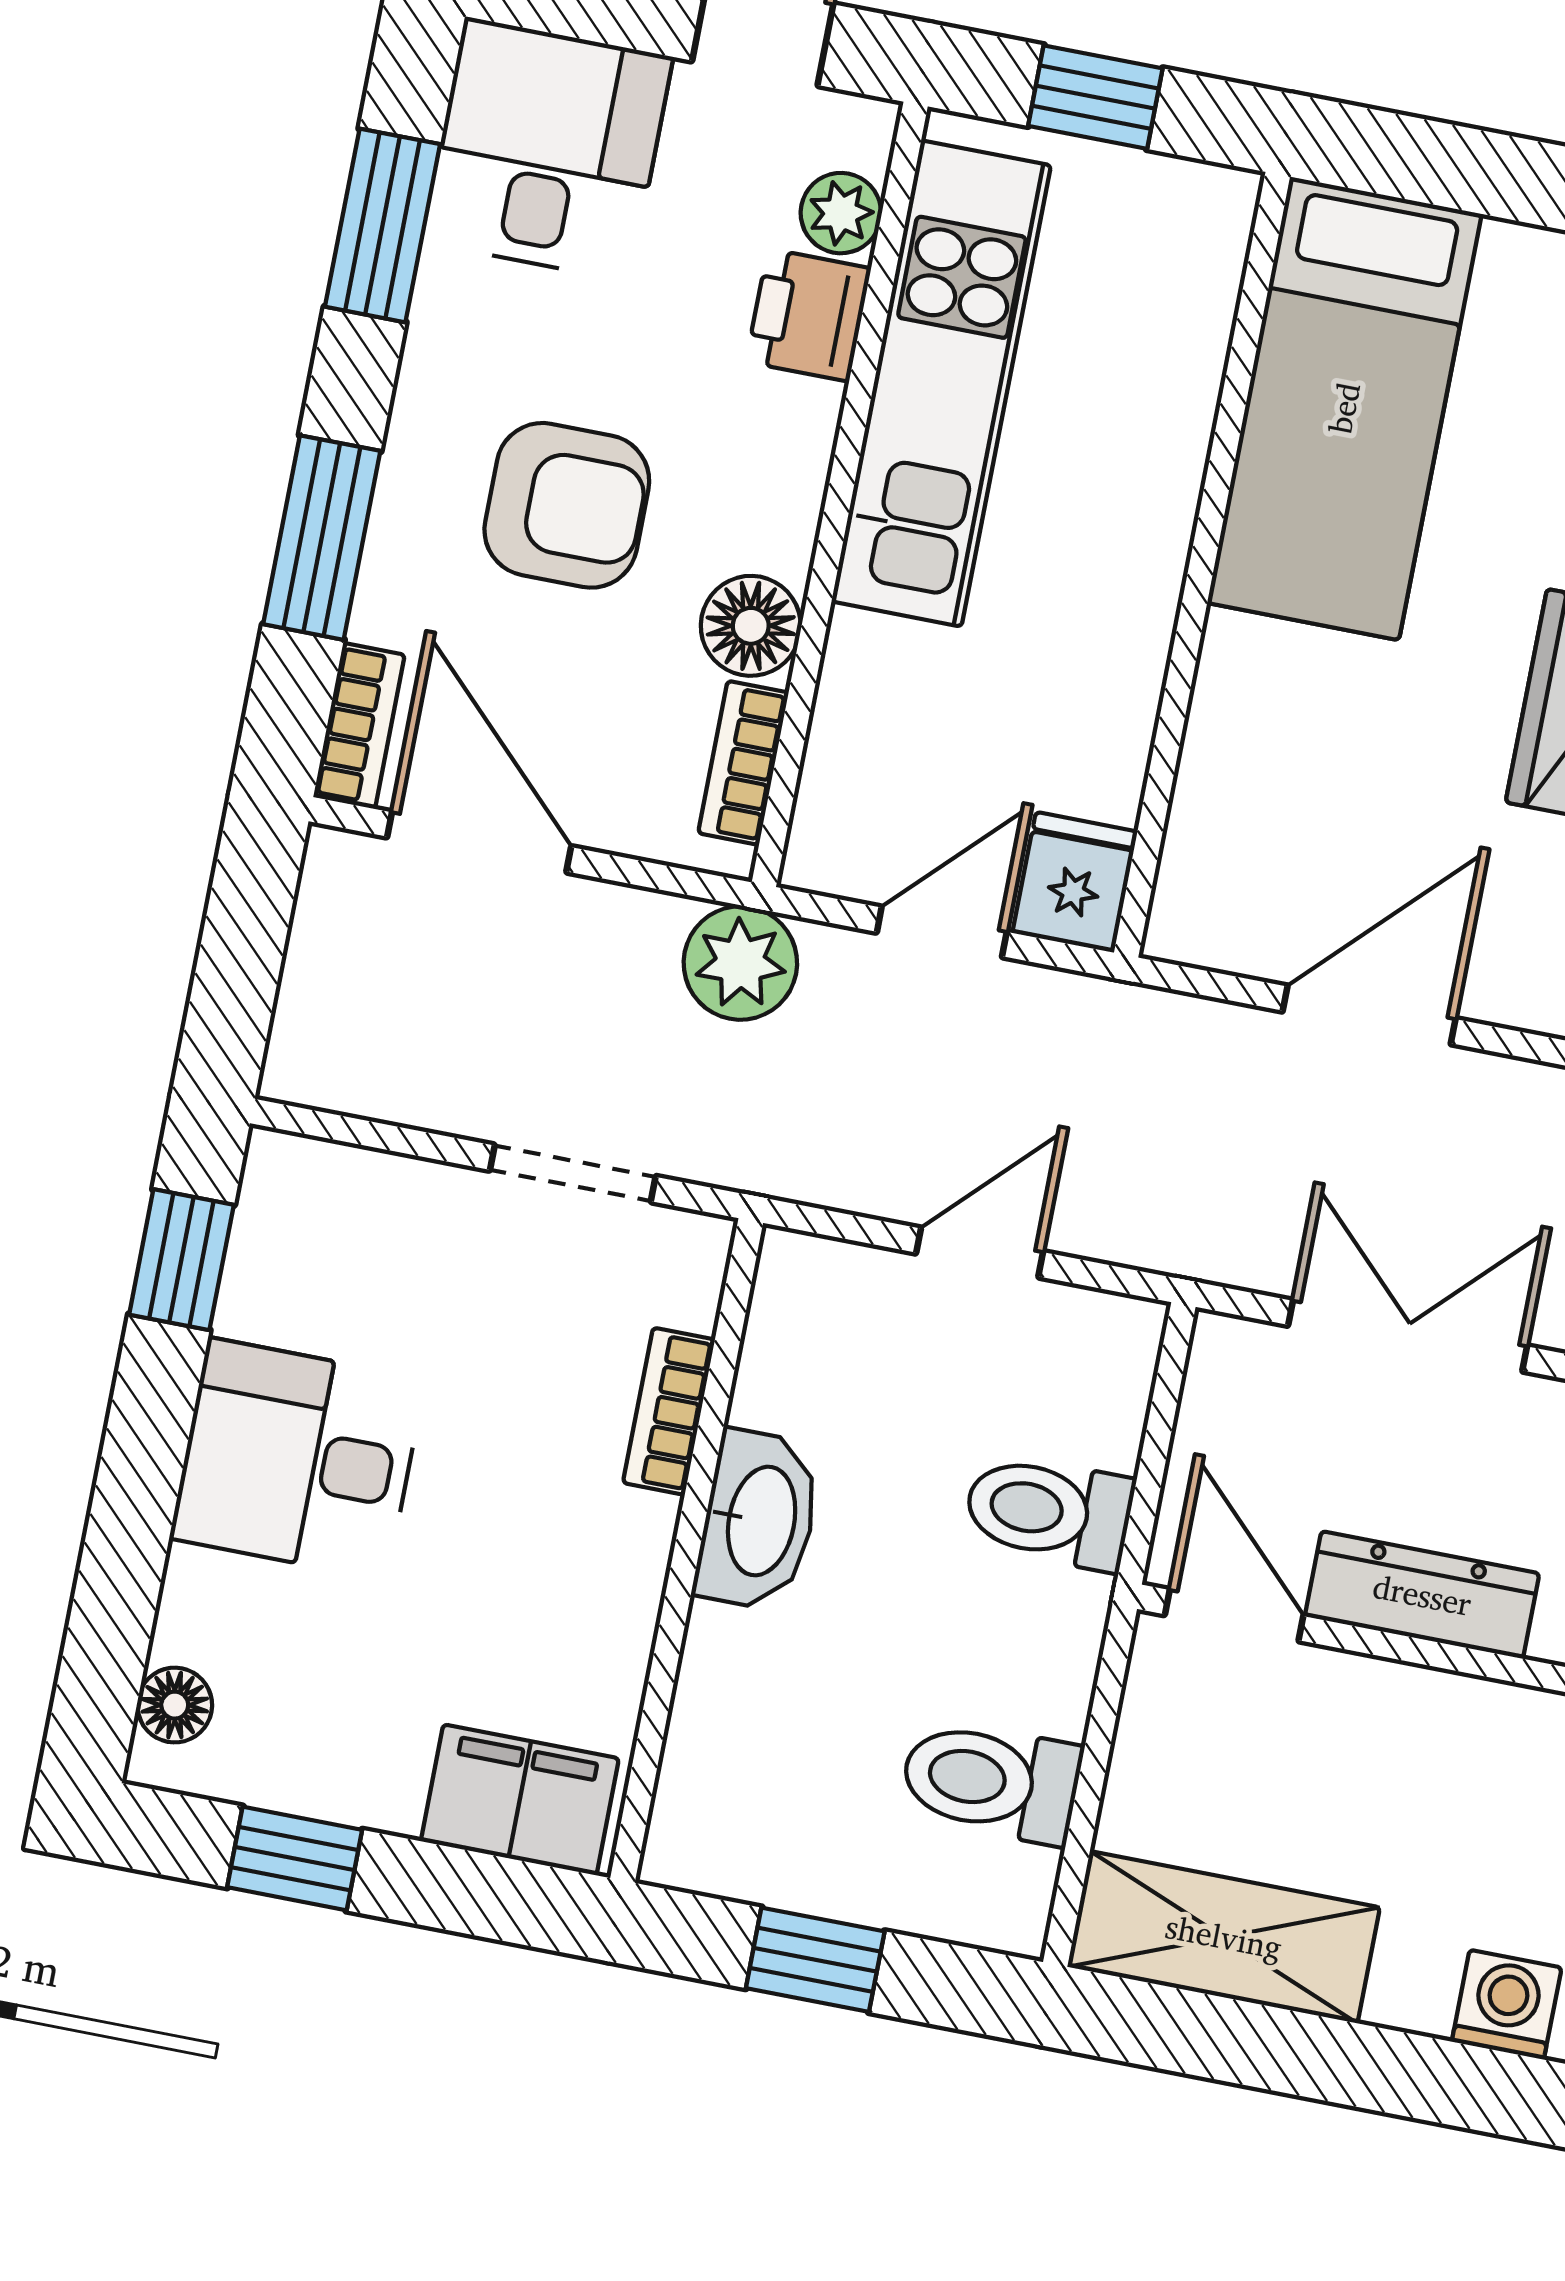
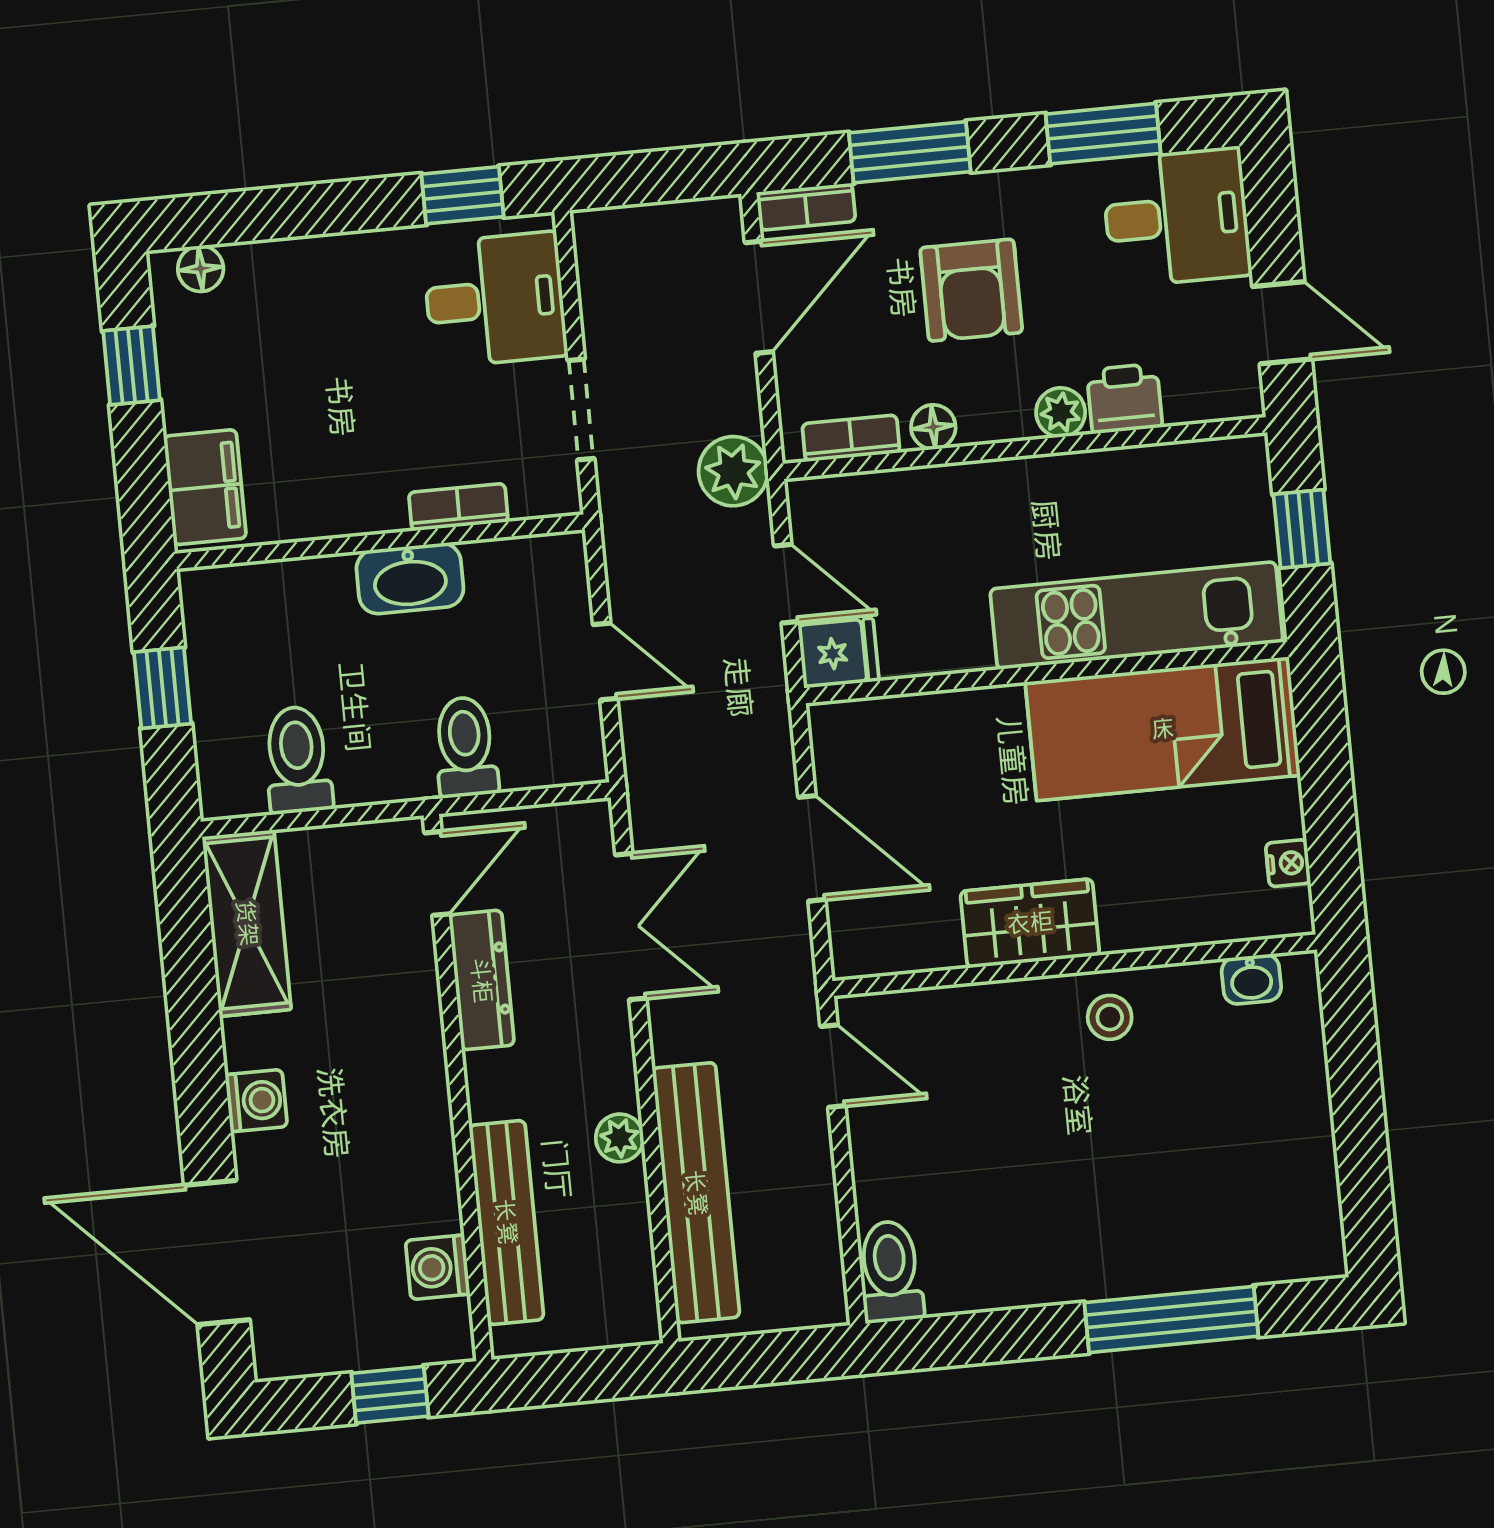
plant: (841, 213) -> (1061, 412), moved
kitchen unit: (941, 383) -> (1137, 616), moved, turned 180
floor lamp: (751, 626) -> (933, 427), width x0.73, depth x0.73
desk: (297, 1459) -> (495, 300), moved, turned 90

